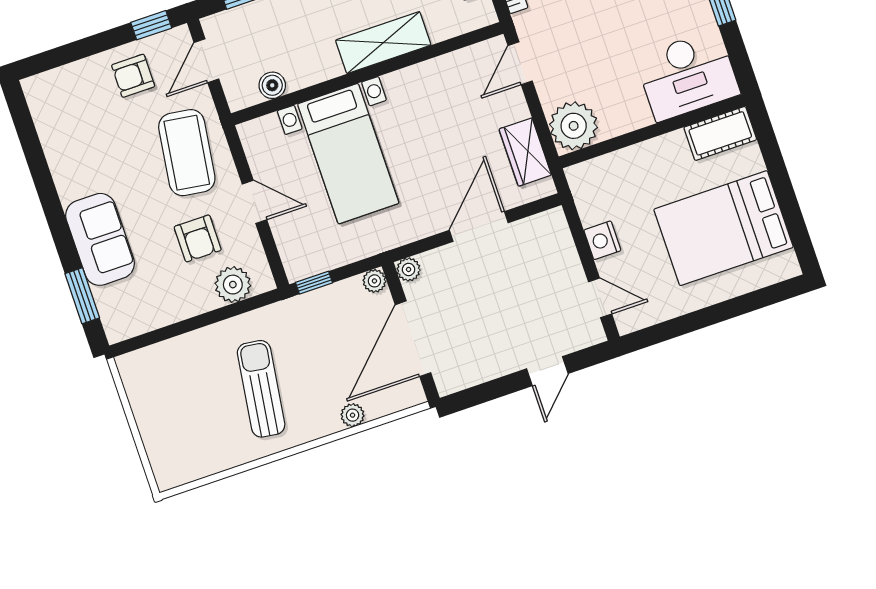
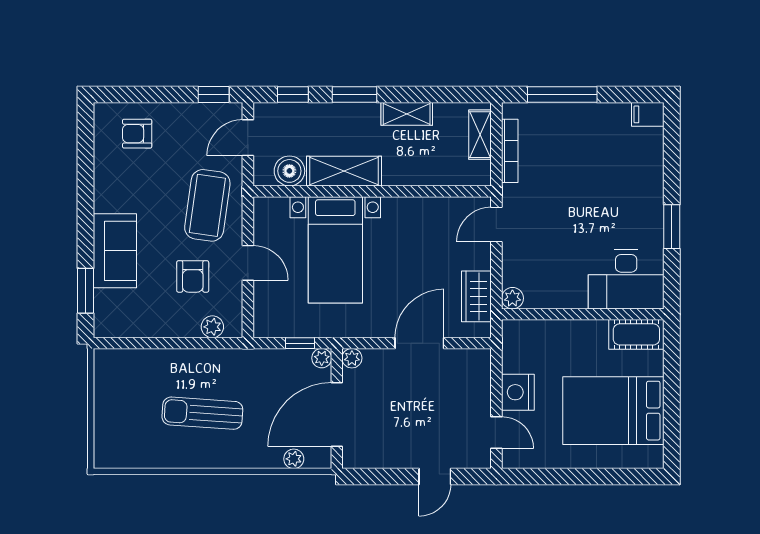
shelving: (383, 43) -> (344, 171), moved
armchair: (133, 76) -> (137, 134), moved
boiler: (272, 85) -> (289, 171), width x1.36, depth x1.36
plant: (574, 126) -> (512, 298), width x0.53, depth x0.53
nightstand: (602, 240) -> (518, 392), width x1.36, depth x1.33
window: (314, 283) -> (300, 343), moved
plant: (233, 285) -> (212, 327), width x0.73, depth x0.73
sun lounger: (261, 389) -> (202, 413), turned -94
plant: (353, 415) -> (294, 459), moved

